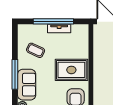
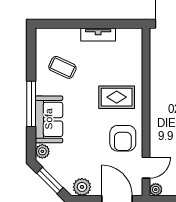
window: (53, 21) -> (90, 24), removed
rug: (71, 70) -> (117, 97), width x0.73, depth x0.70

